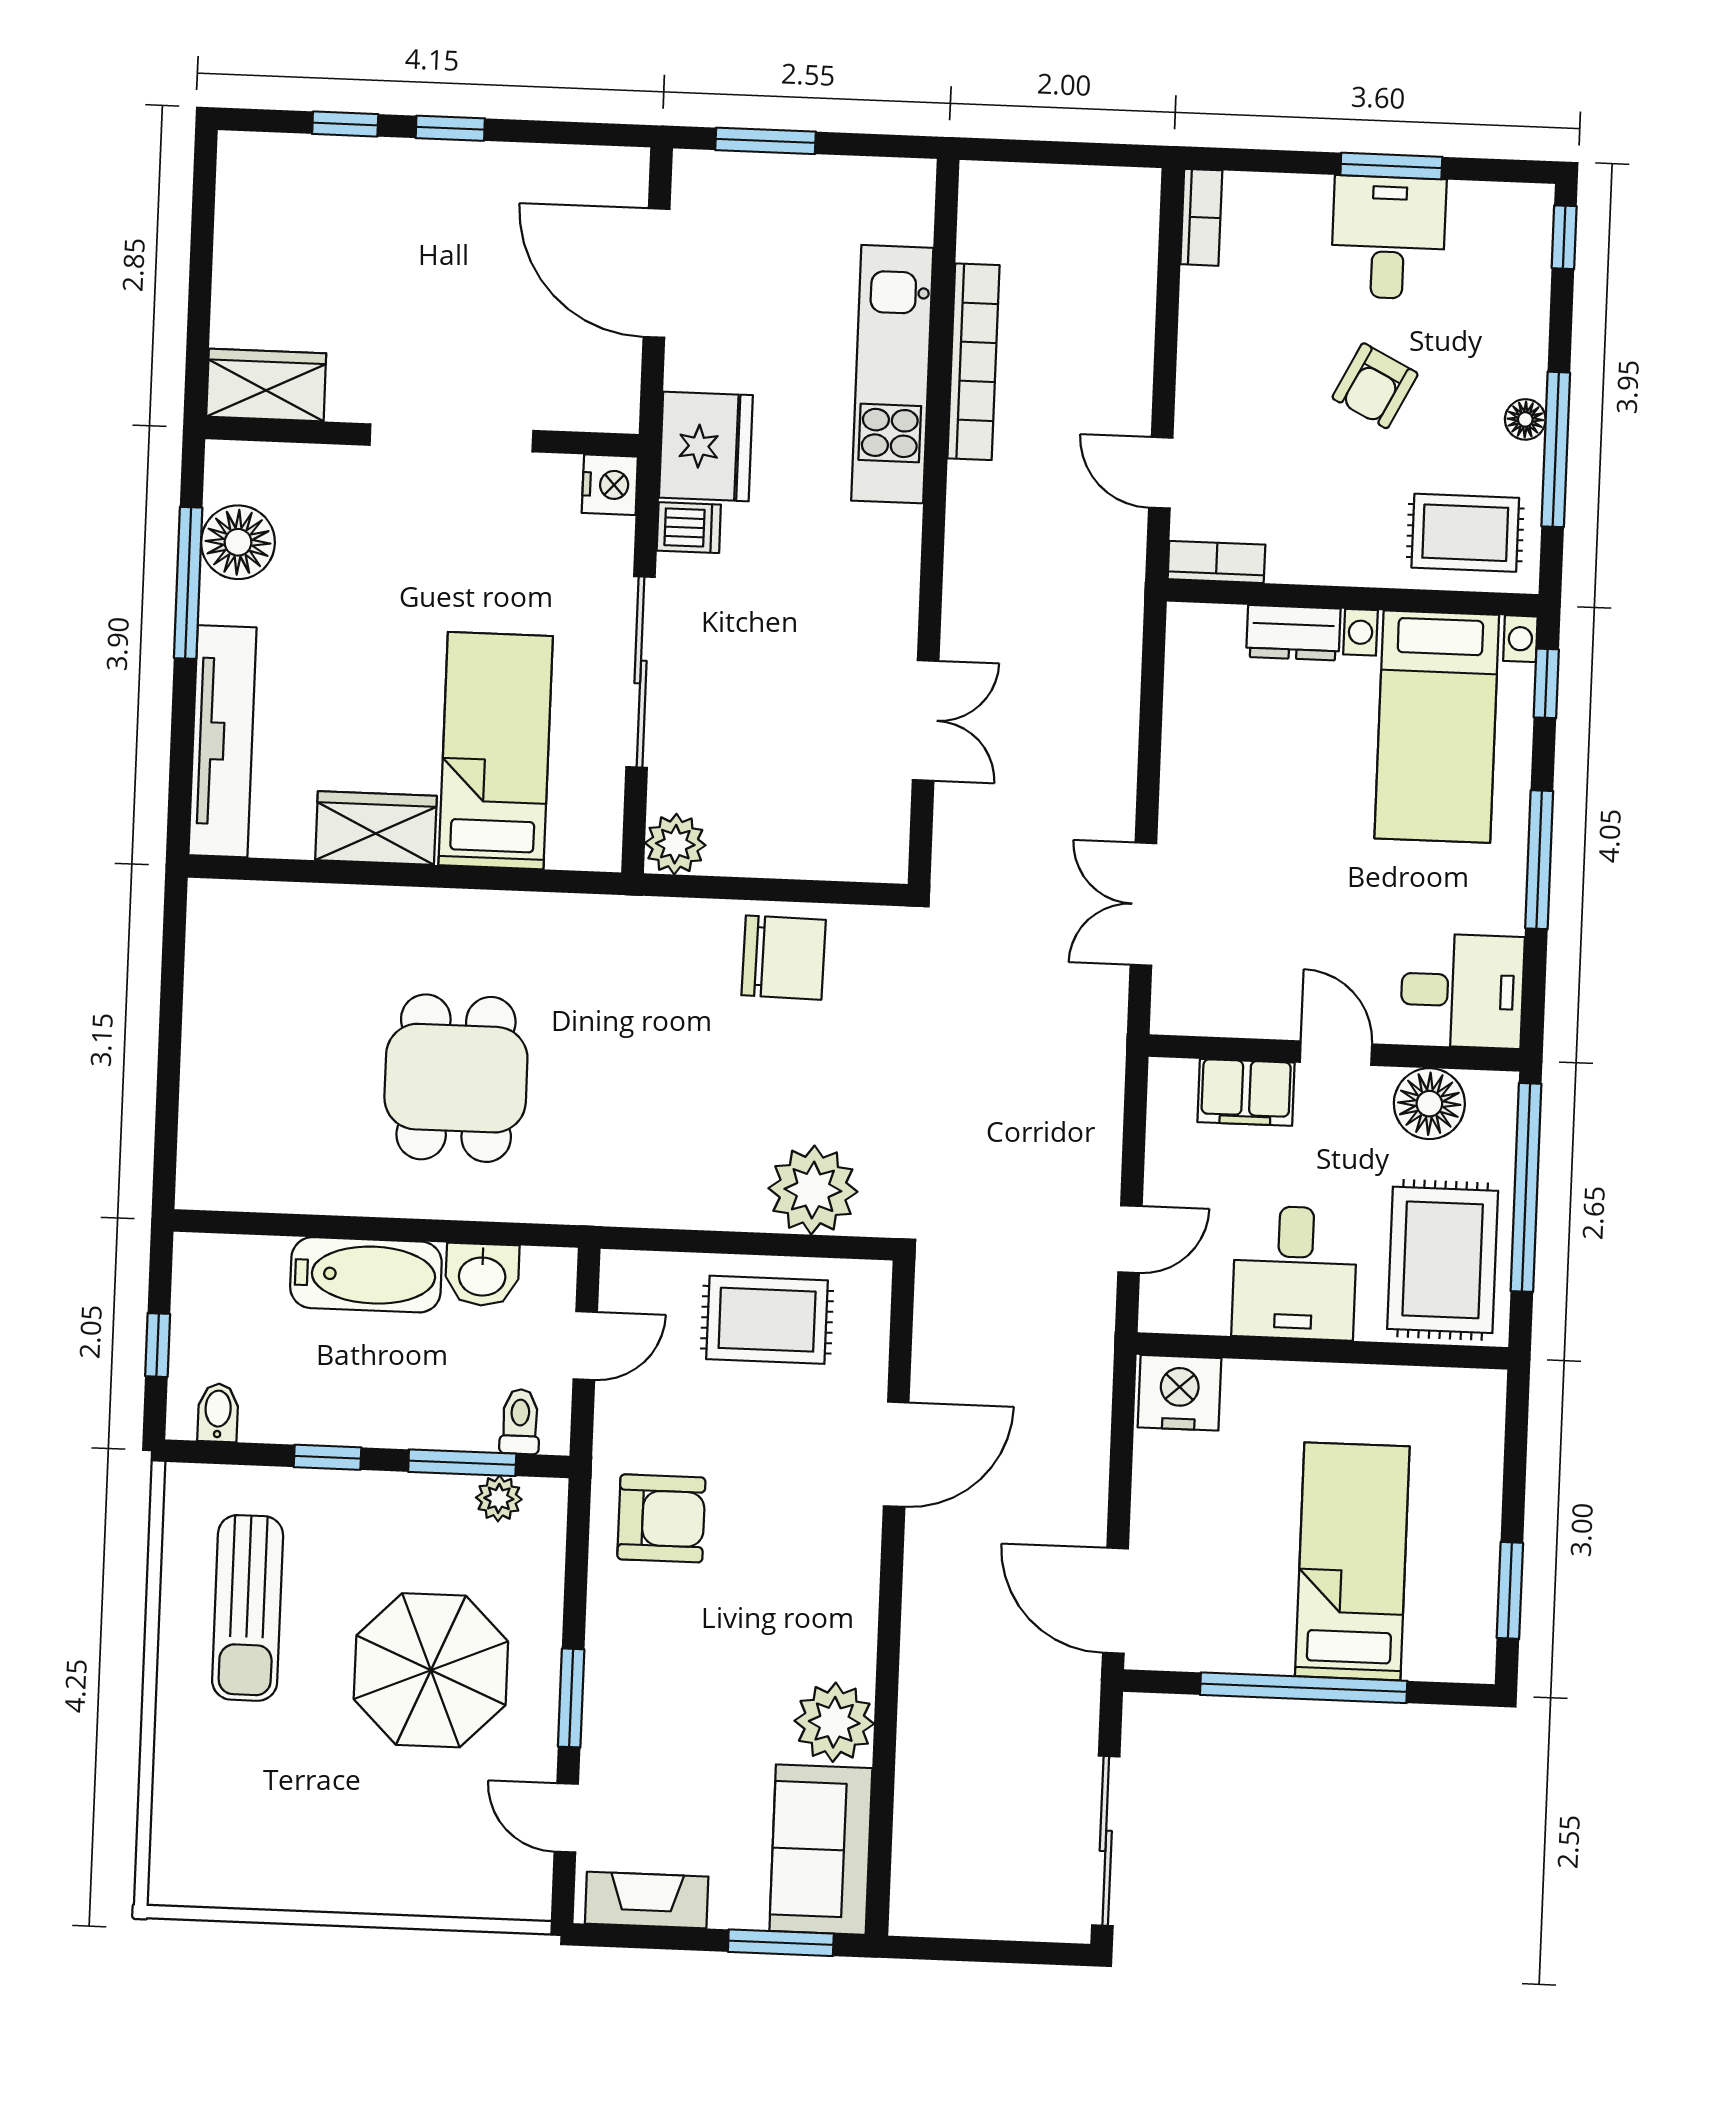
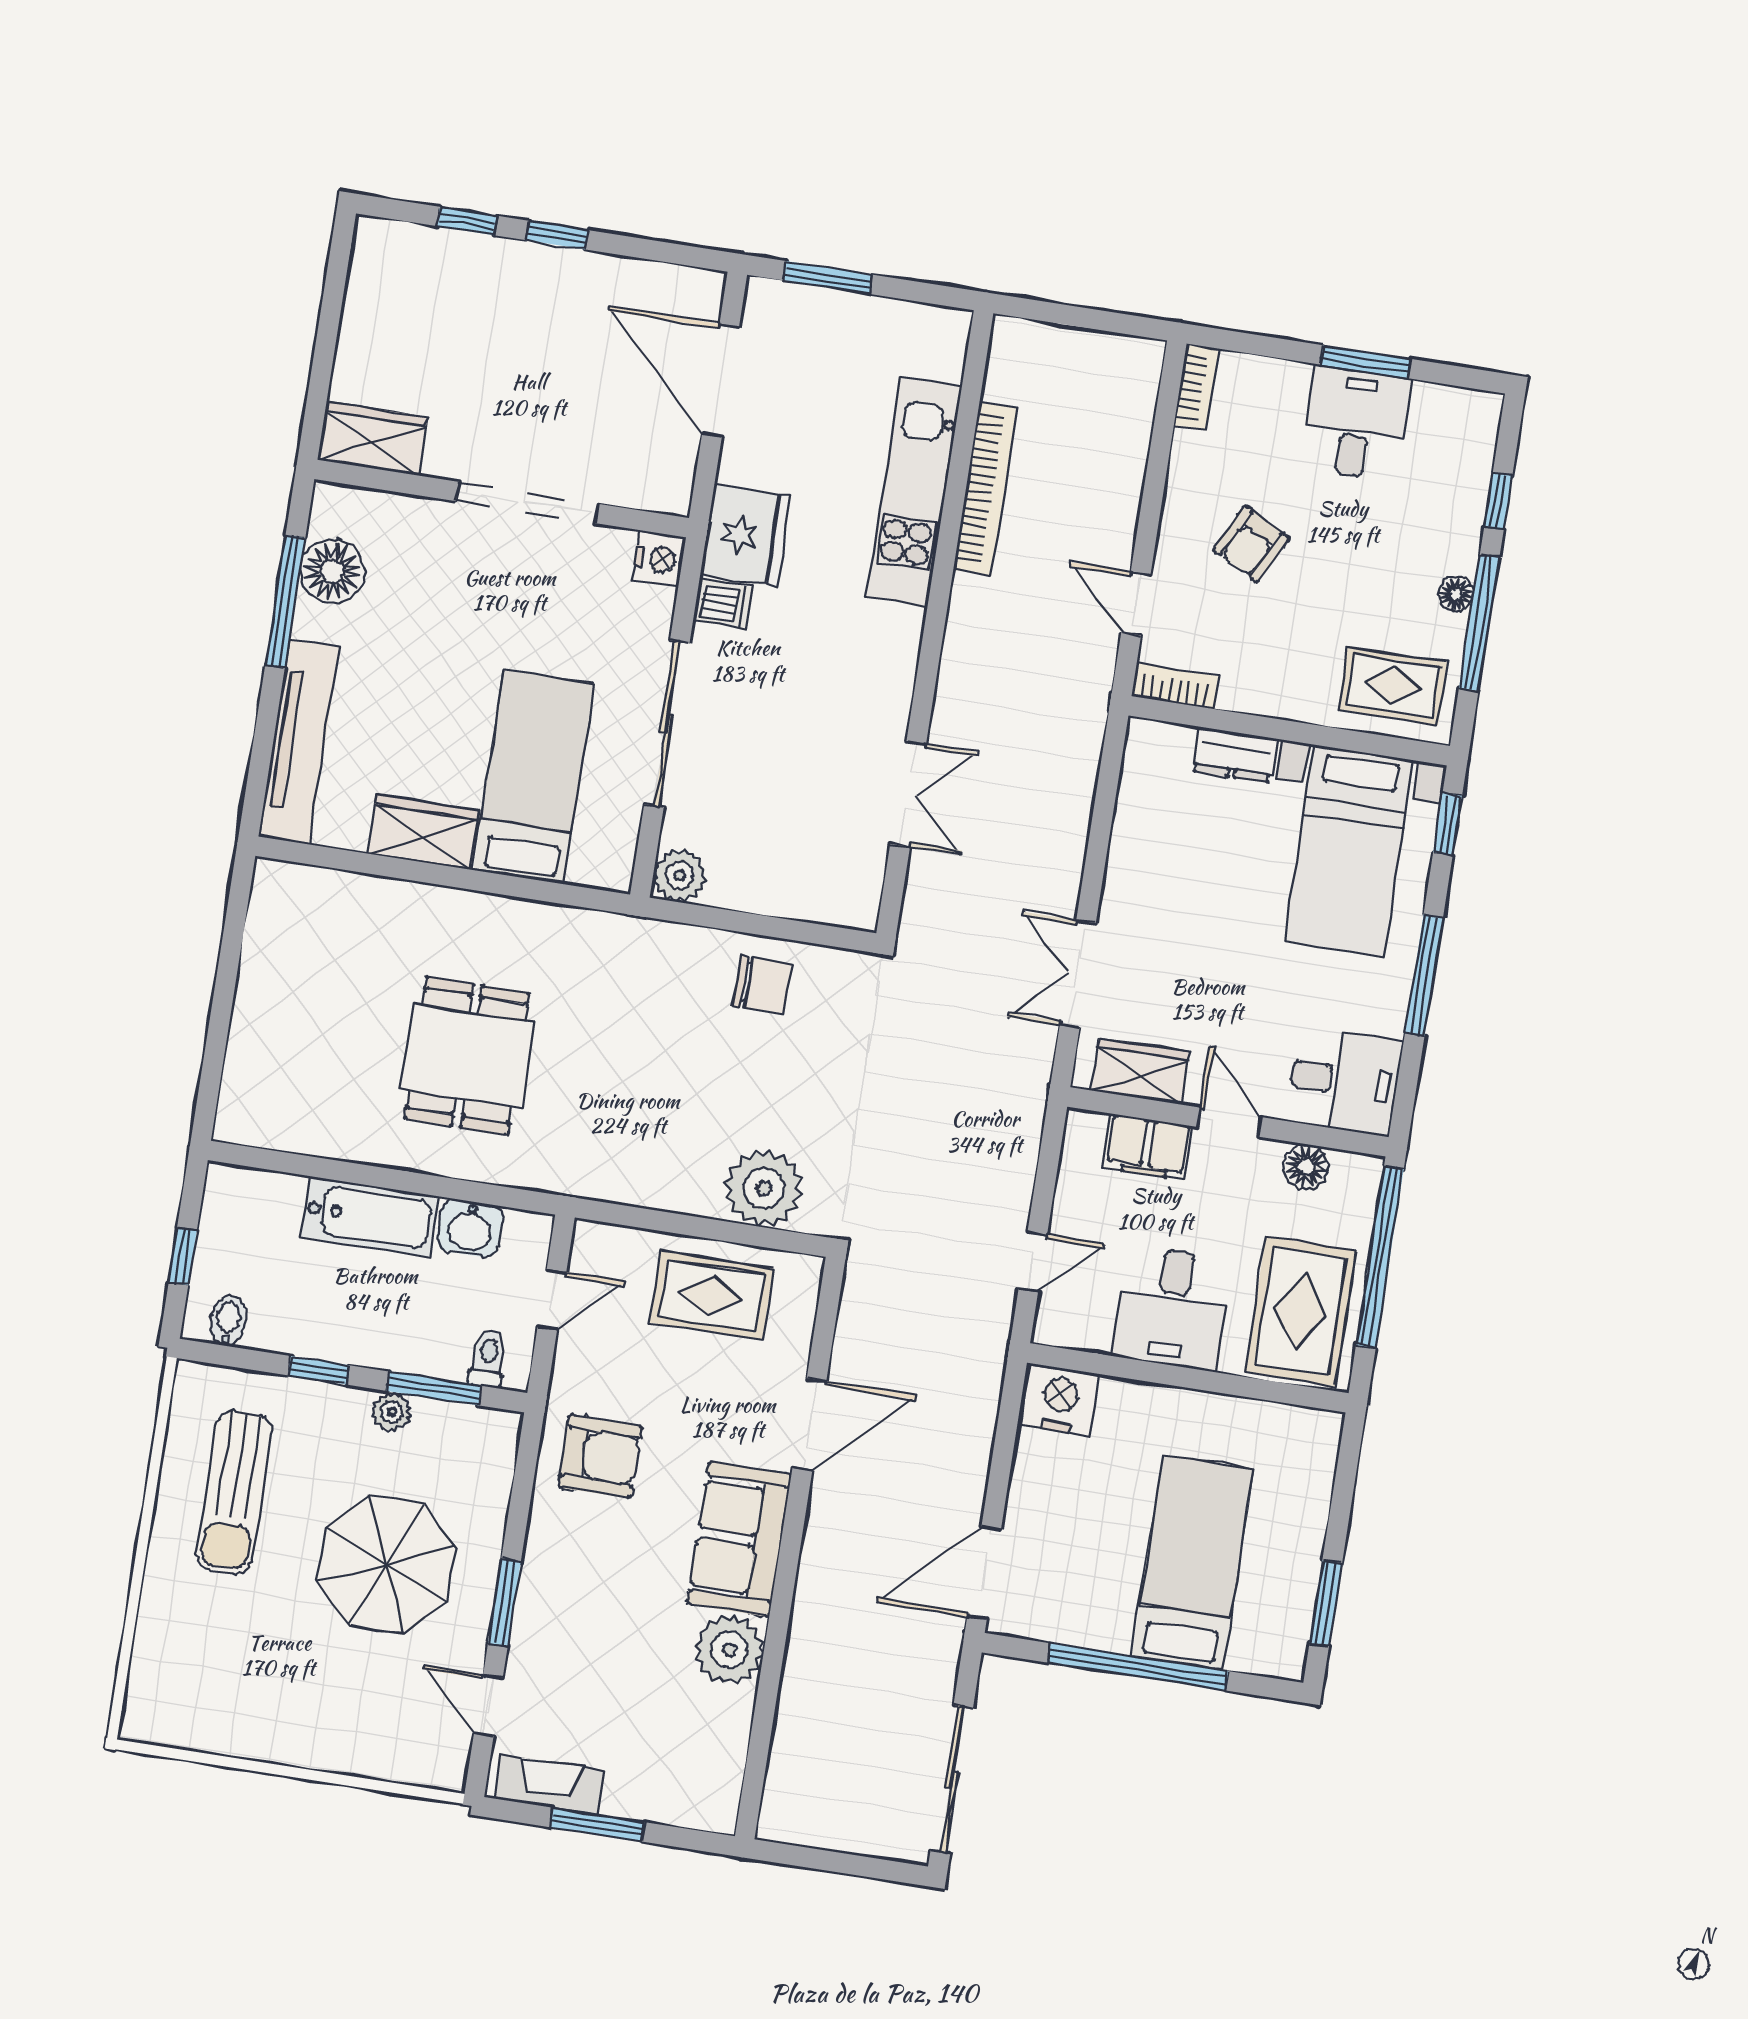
window: (1564, 237) -> (1498, 501), moved
armchair: (1375, 386) -> (1251, 544), moved
chair: (784, 958) -> (762, 984), width x0.73, depth x0.73
wardrobe: (1227, 1007) -> (1140, 1071), added
floor lamp: (1429, 1104) -> (1306, 1167), width x0.73, depth x0.73
plant: (499, 1498) -> (392, 1412), moved
door: (1115, 1601) -> (984, 1573), hinge flipped
sofa: (821, 1850) -> (739, 1539), moved
window: (781, 1943) -> (597, 1825), moved

